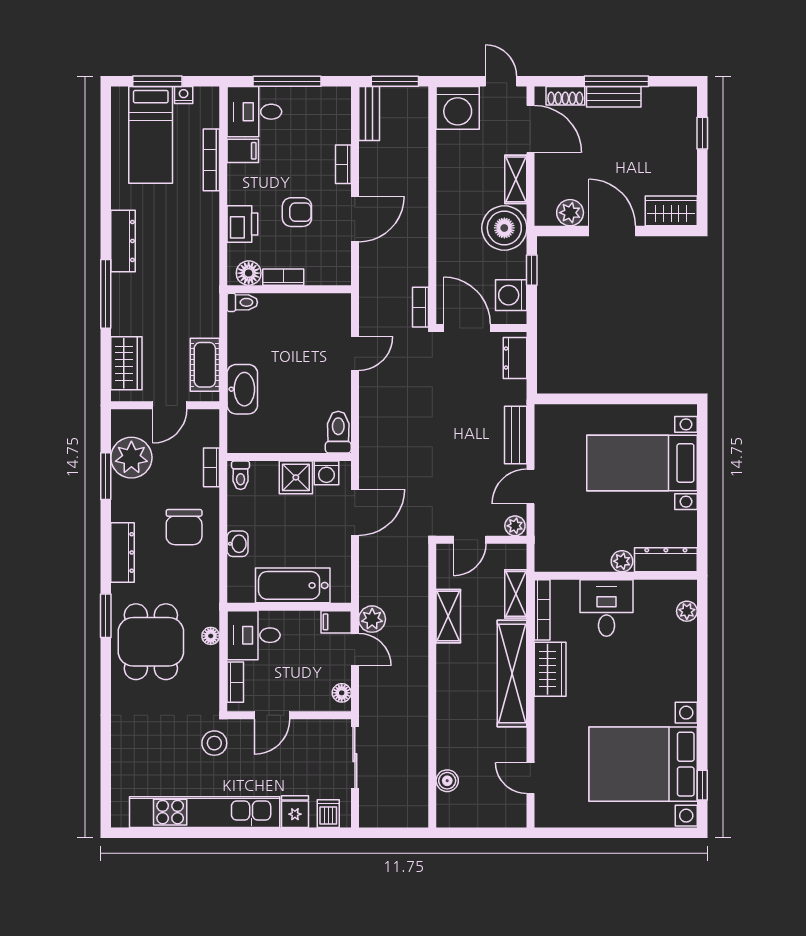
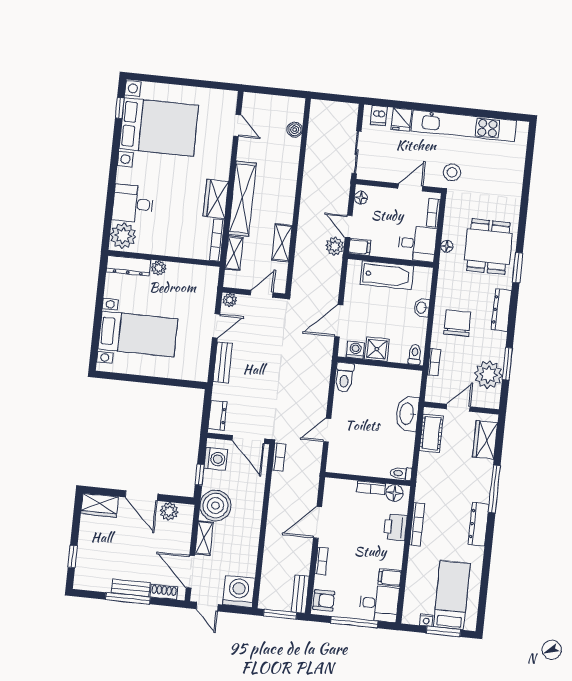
bookcase: (211, 160) -> (417, 524), moved
armchair: (297, 212) -> (324, 600), moved, turned 180
desk: (606, 608) -> (133, 204), moved, turned 90
plant: (687, 611) -> (123, 236), width x1.88, depth x1.88

